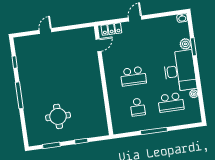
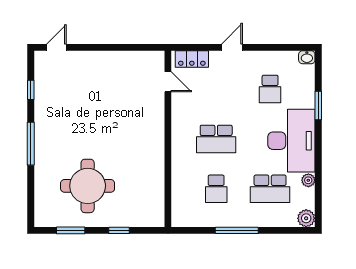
door: (45, 31) -> (56, 47), moved
school desk: (162, 41) -> (270, 89), added
plant: (185, 44) -> (306, 218), moved
door: (99, 45) -> (168, 82), hinge flipped
round table: (58, 116) -> (88, 186), width x1.36, depth x1.36

